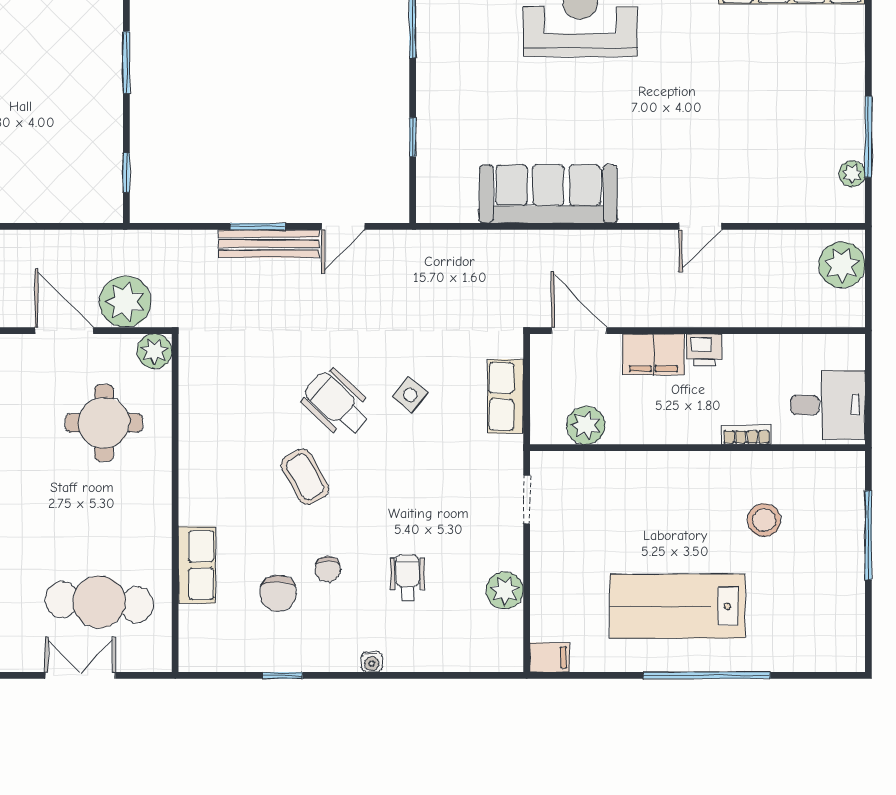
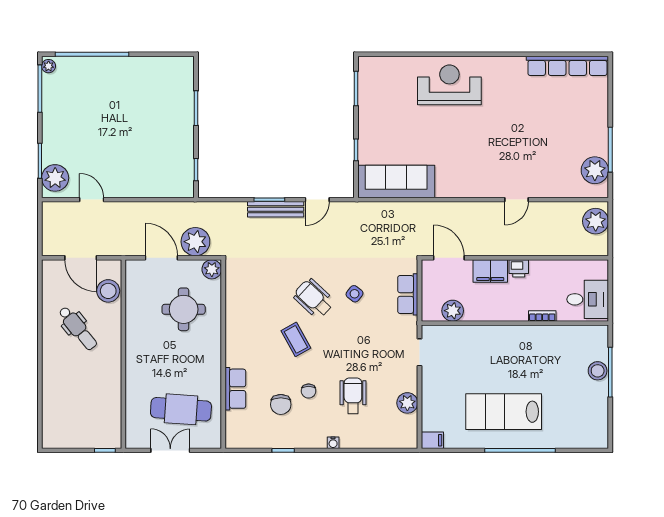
plant: (852, 174) -> (595, 170), width x1.87, depth x1.87
sofa: (548, 194) -> (396, 181), moved
stool: (764, 520) -> (598, 371), moved
wheelchair: (407, 578) -> (353, 396), width x1.36, depth x1.37

